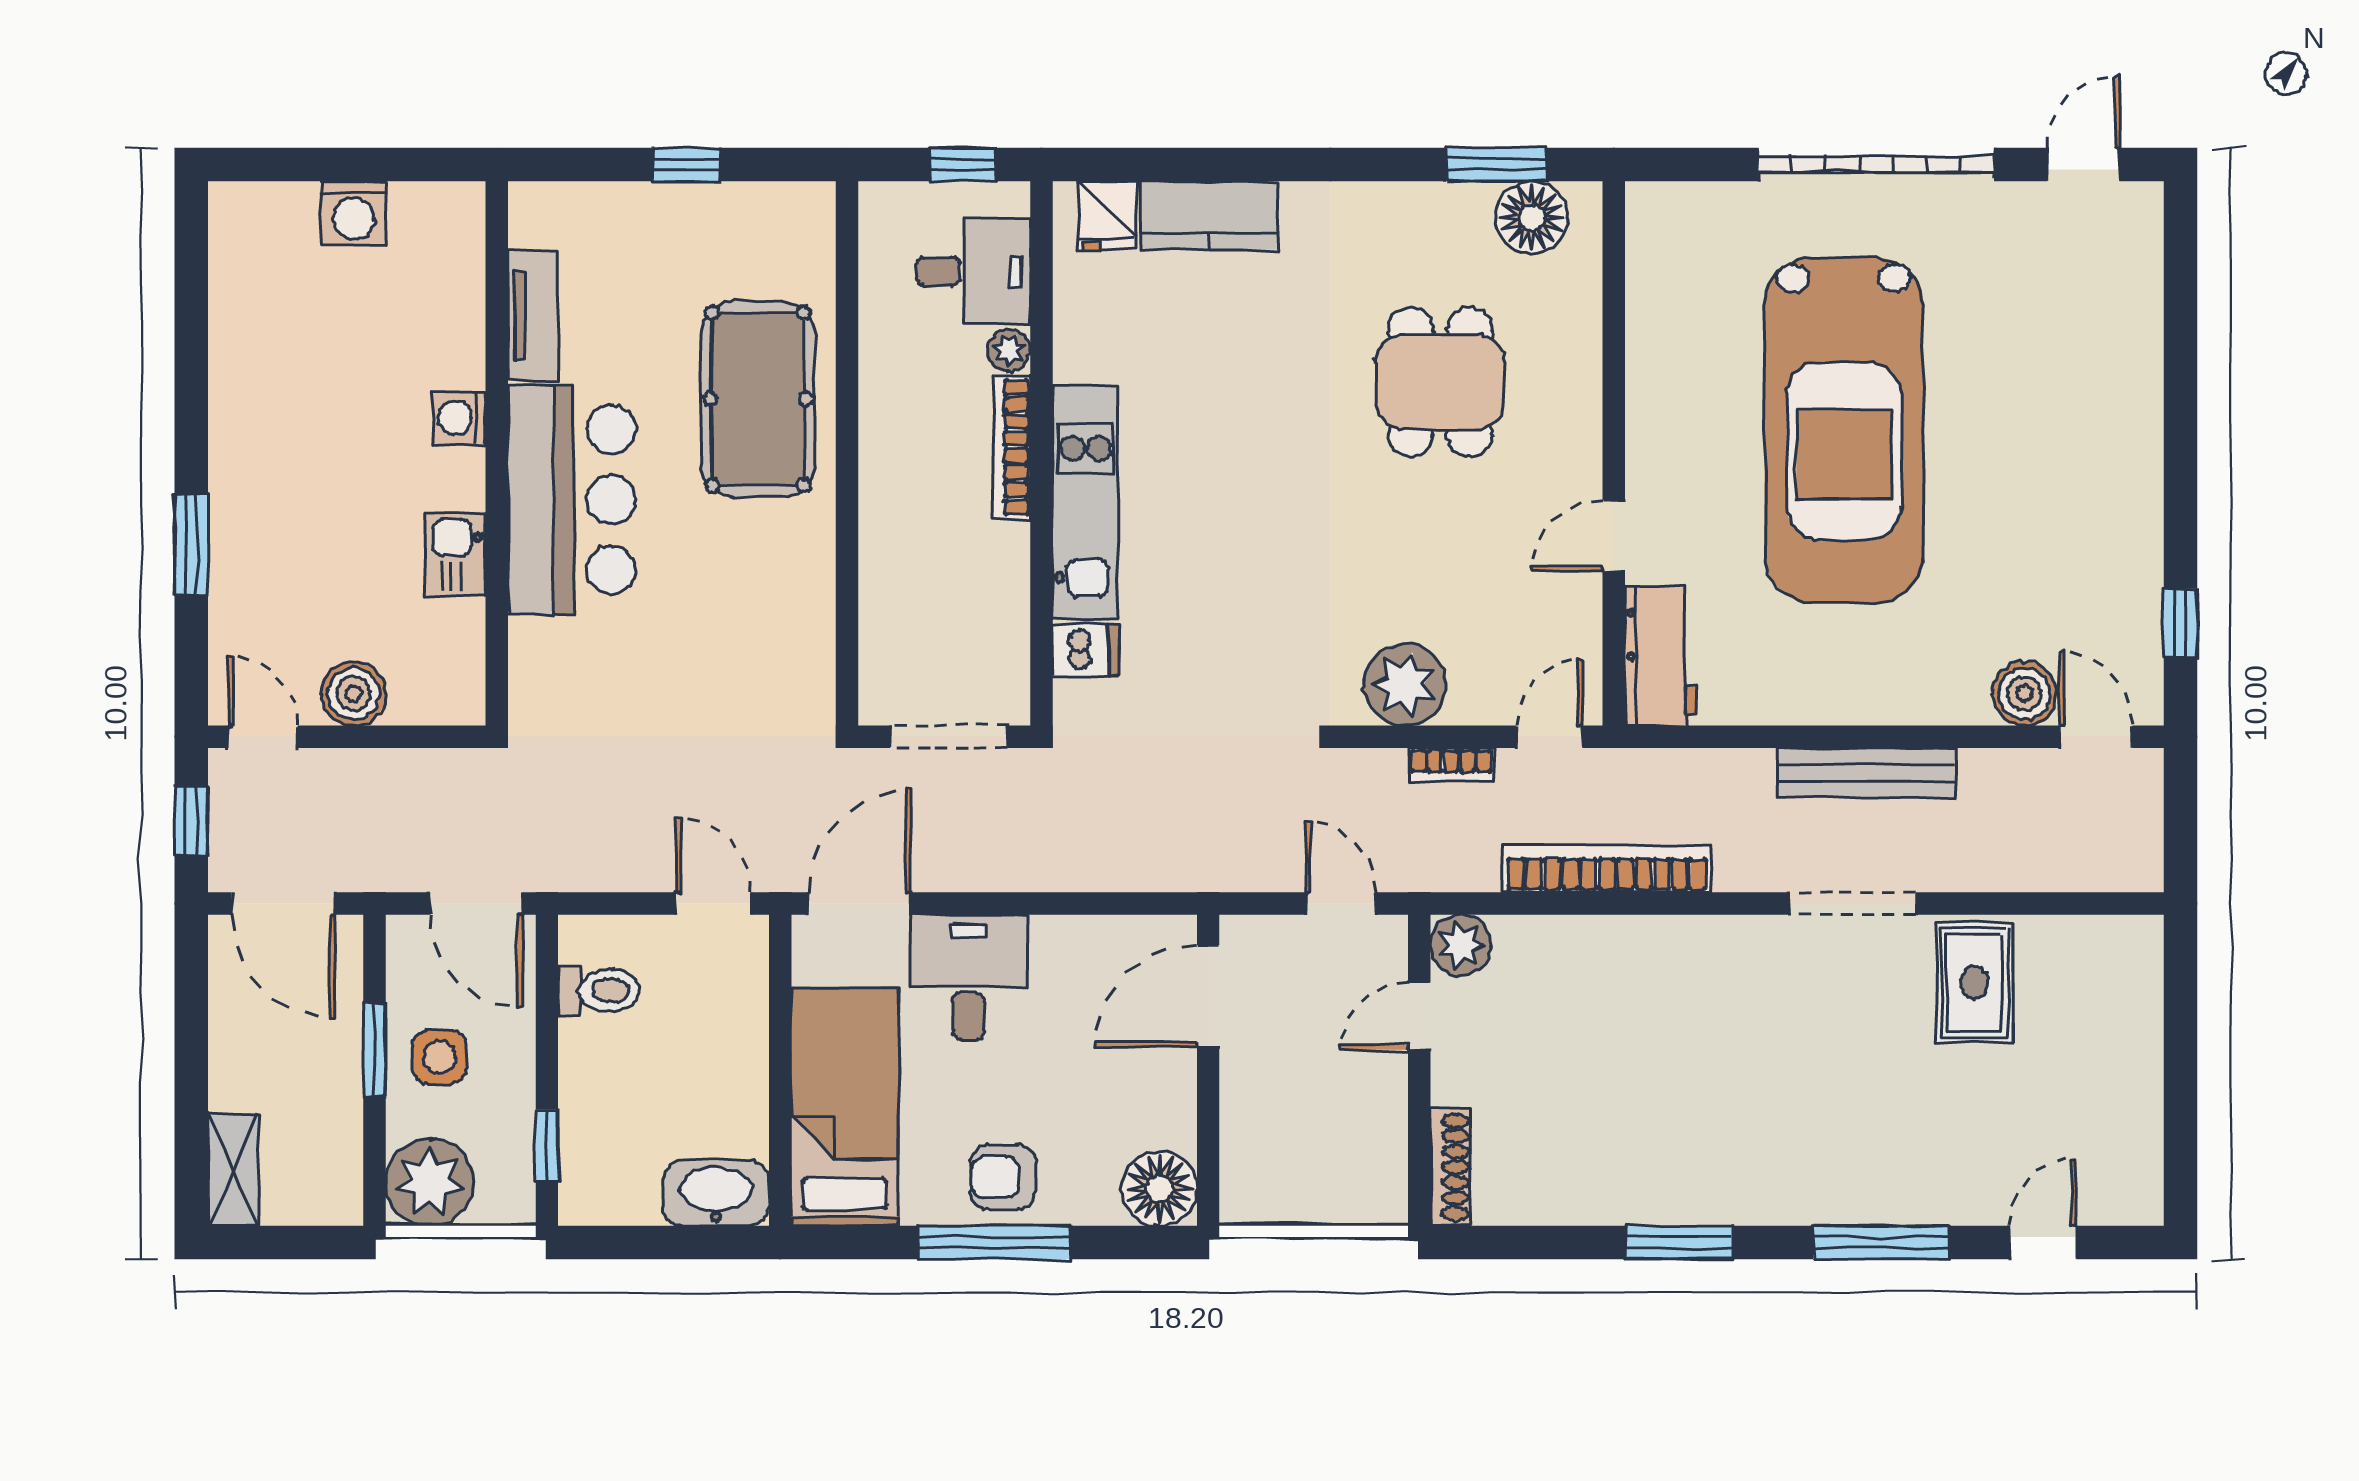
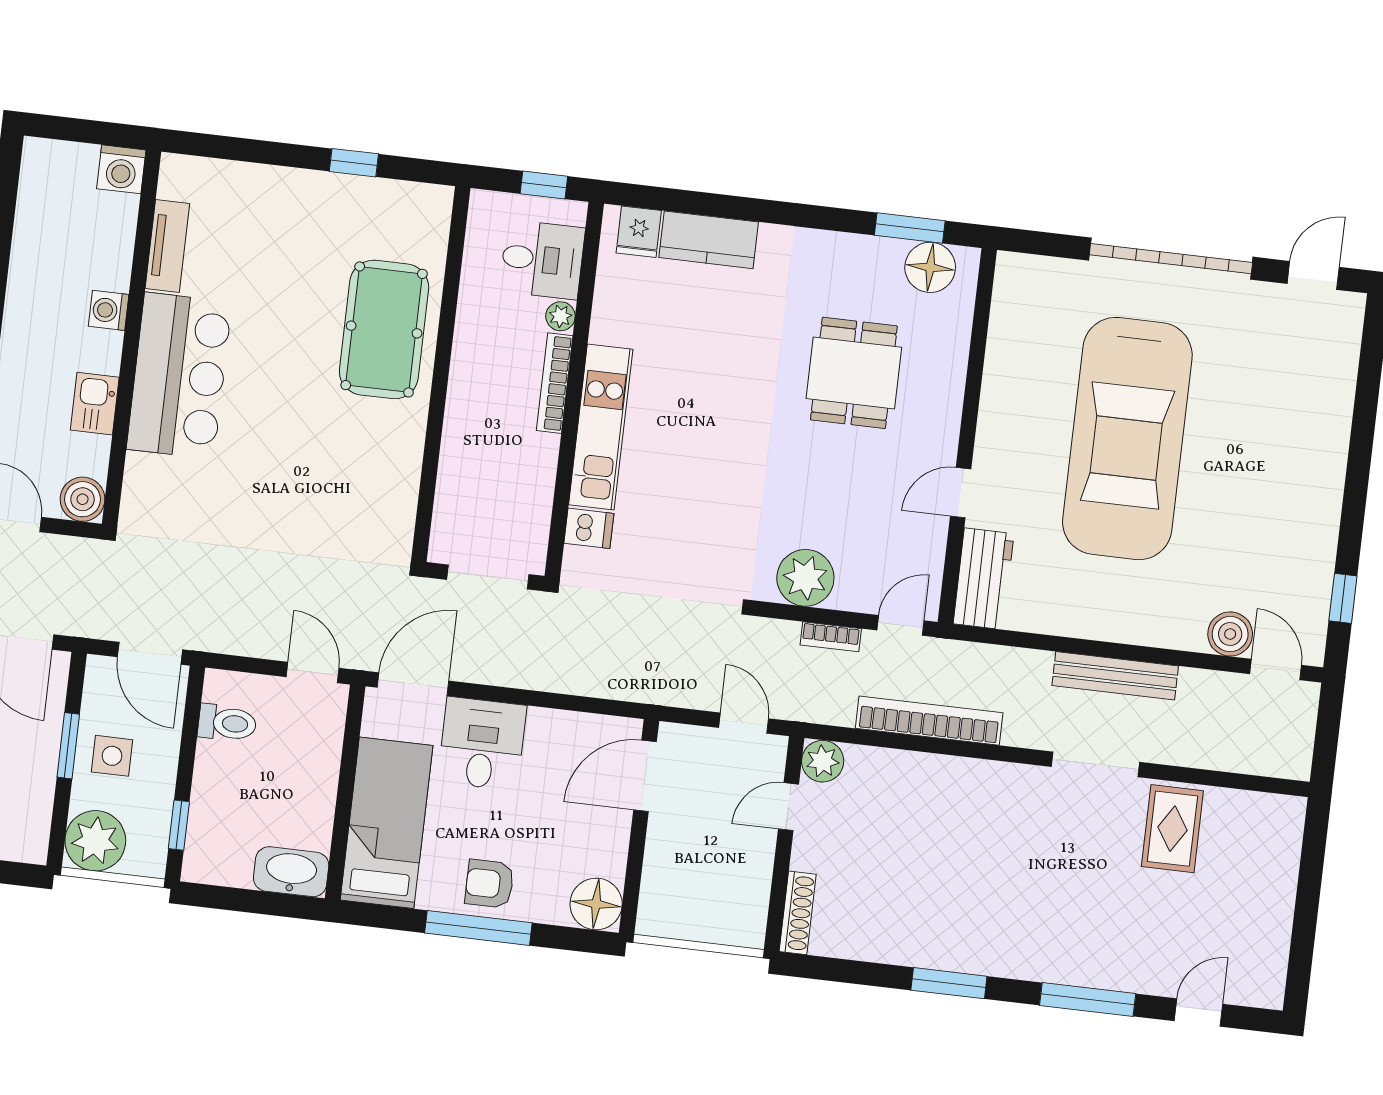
tv unit: (533, 316) -> (167, 246), moved
washing machine: (459, 418) -> (109, 310), moved
wall: (497, 453) -> (132, 338), moved
bar counter: (572, 500) -> (179, 376), moved
kitchen sink: (455, 554) -> (95, 404), moved

